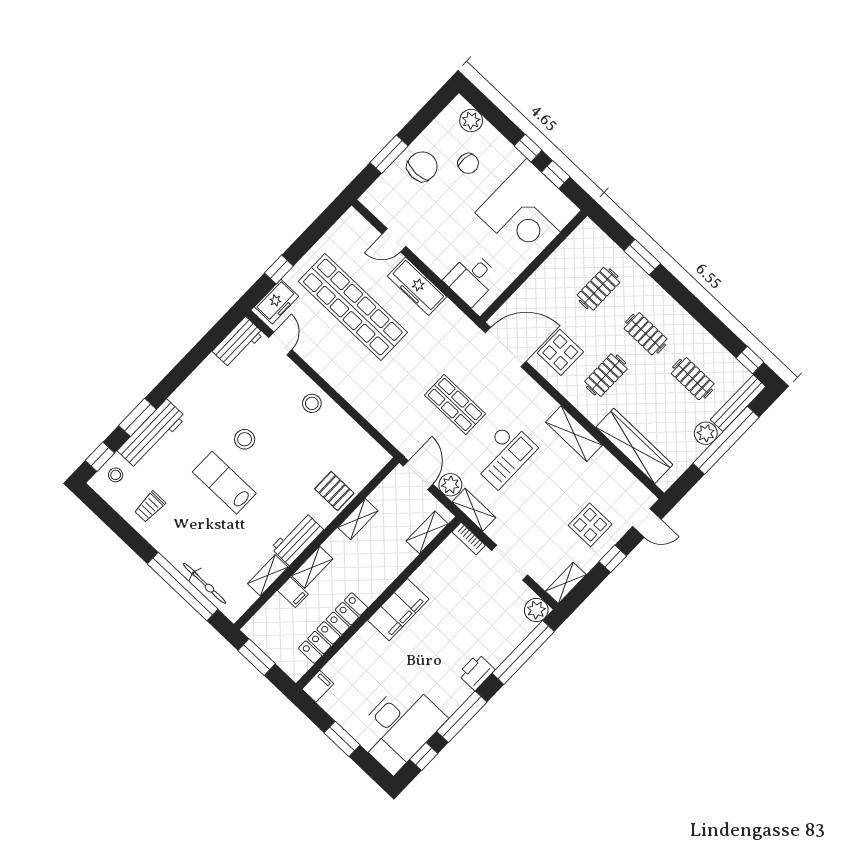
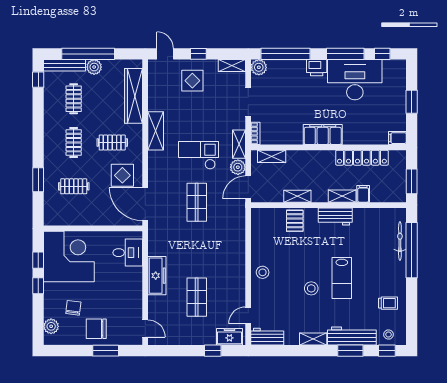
door: (394, 240) -> (145, 328), moved
shop shelf: (353, 307) -> (197, 297), width x0.50, depth x0.74
shelving: (268, 575) -> (313, 339), moved
desk: (399, 727) -> (355, 80), moved

